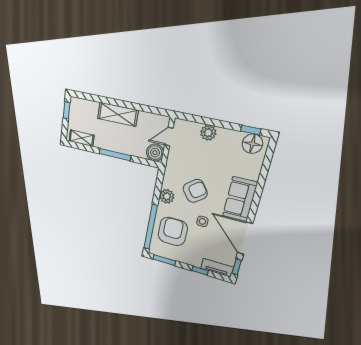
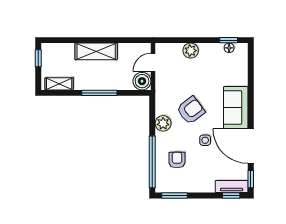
floor lamp: (252, 144) -> (229, 48), width x0.53, depth x0.53
armchair: (173, 231) -> (177, 160), width x0.53, depth x0.53
window: (200, 271) -> (231, 196), moved

